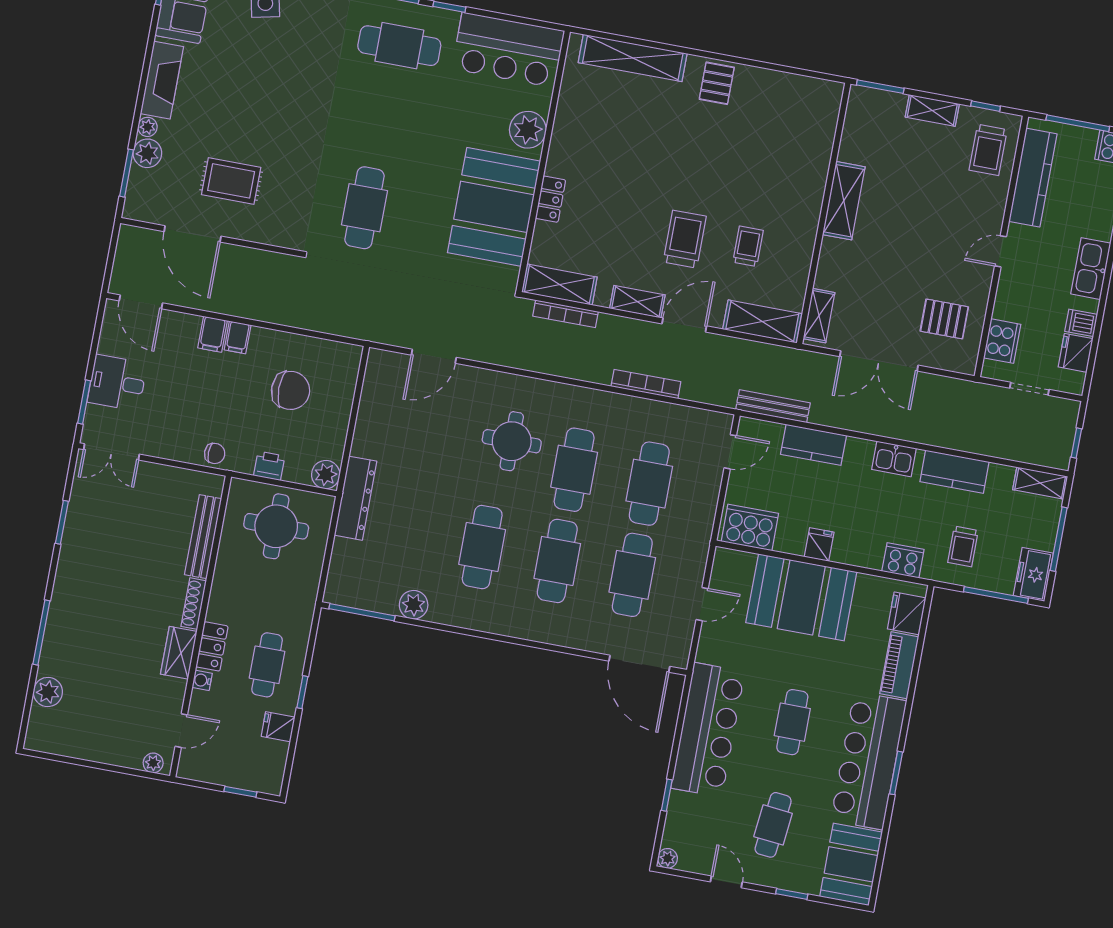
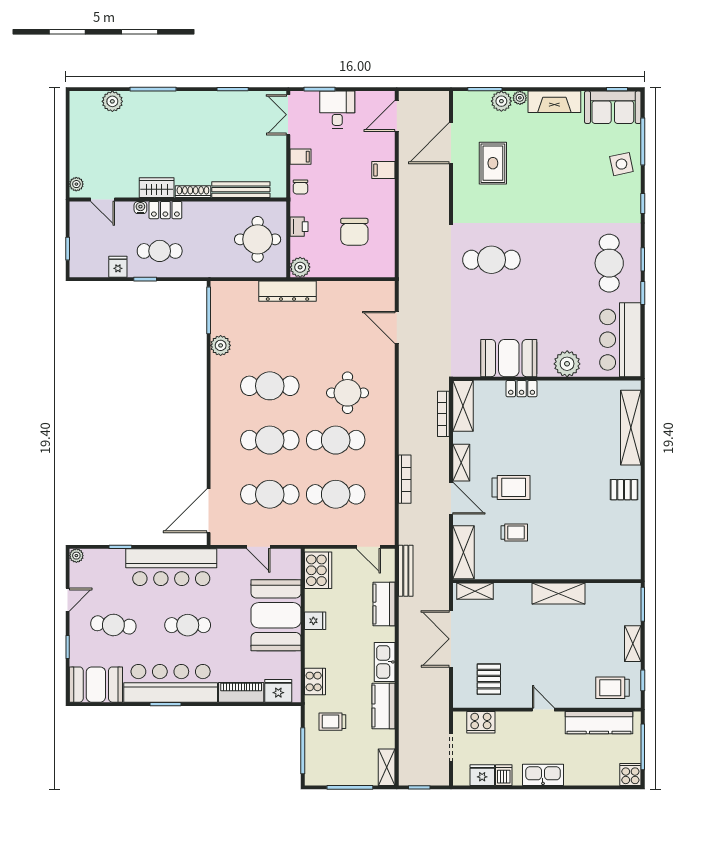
booth: (494, 207) -> (509, 358), width x0.73, depth x0.70
filing cabinet: (238, 337) -> (300, 157), moved, turned 180
kitchen sink: (894, 459) -> (385, 662), width x1.38
freezer: (1033, 574) -> (322, 774), removed

